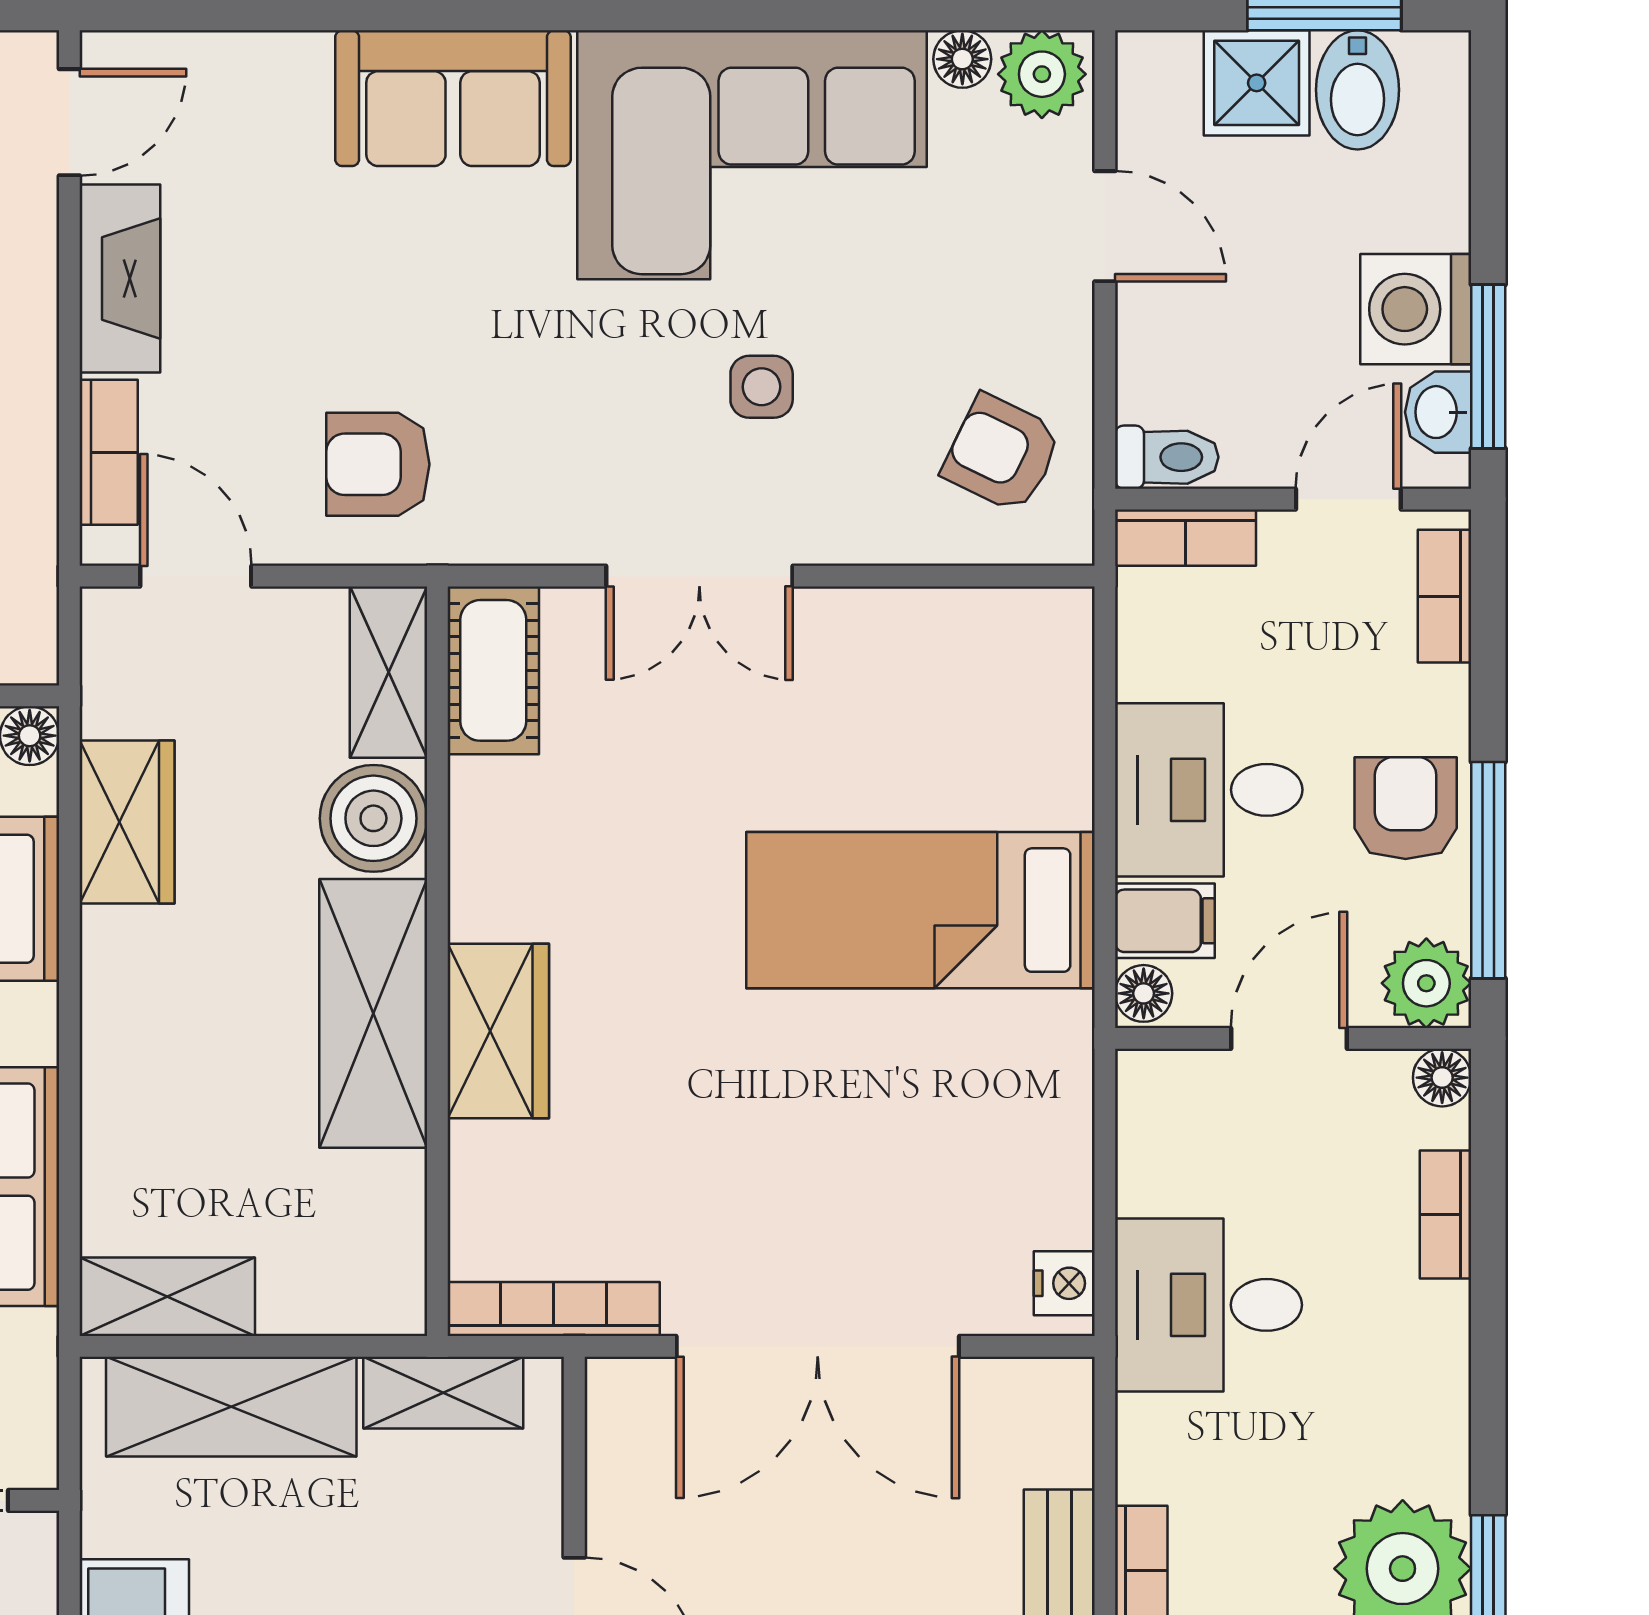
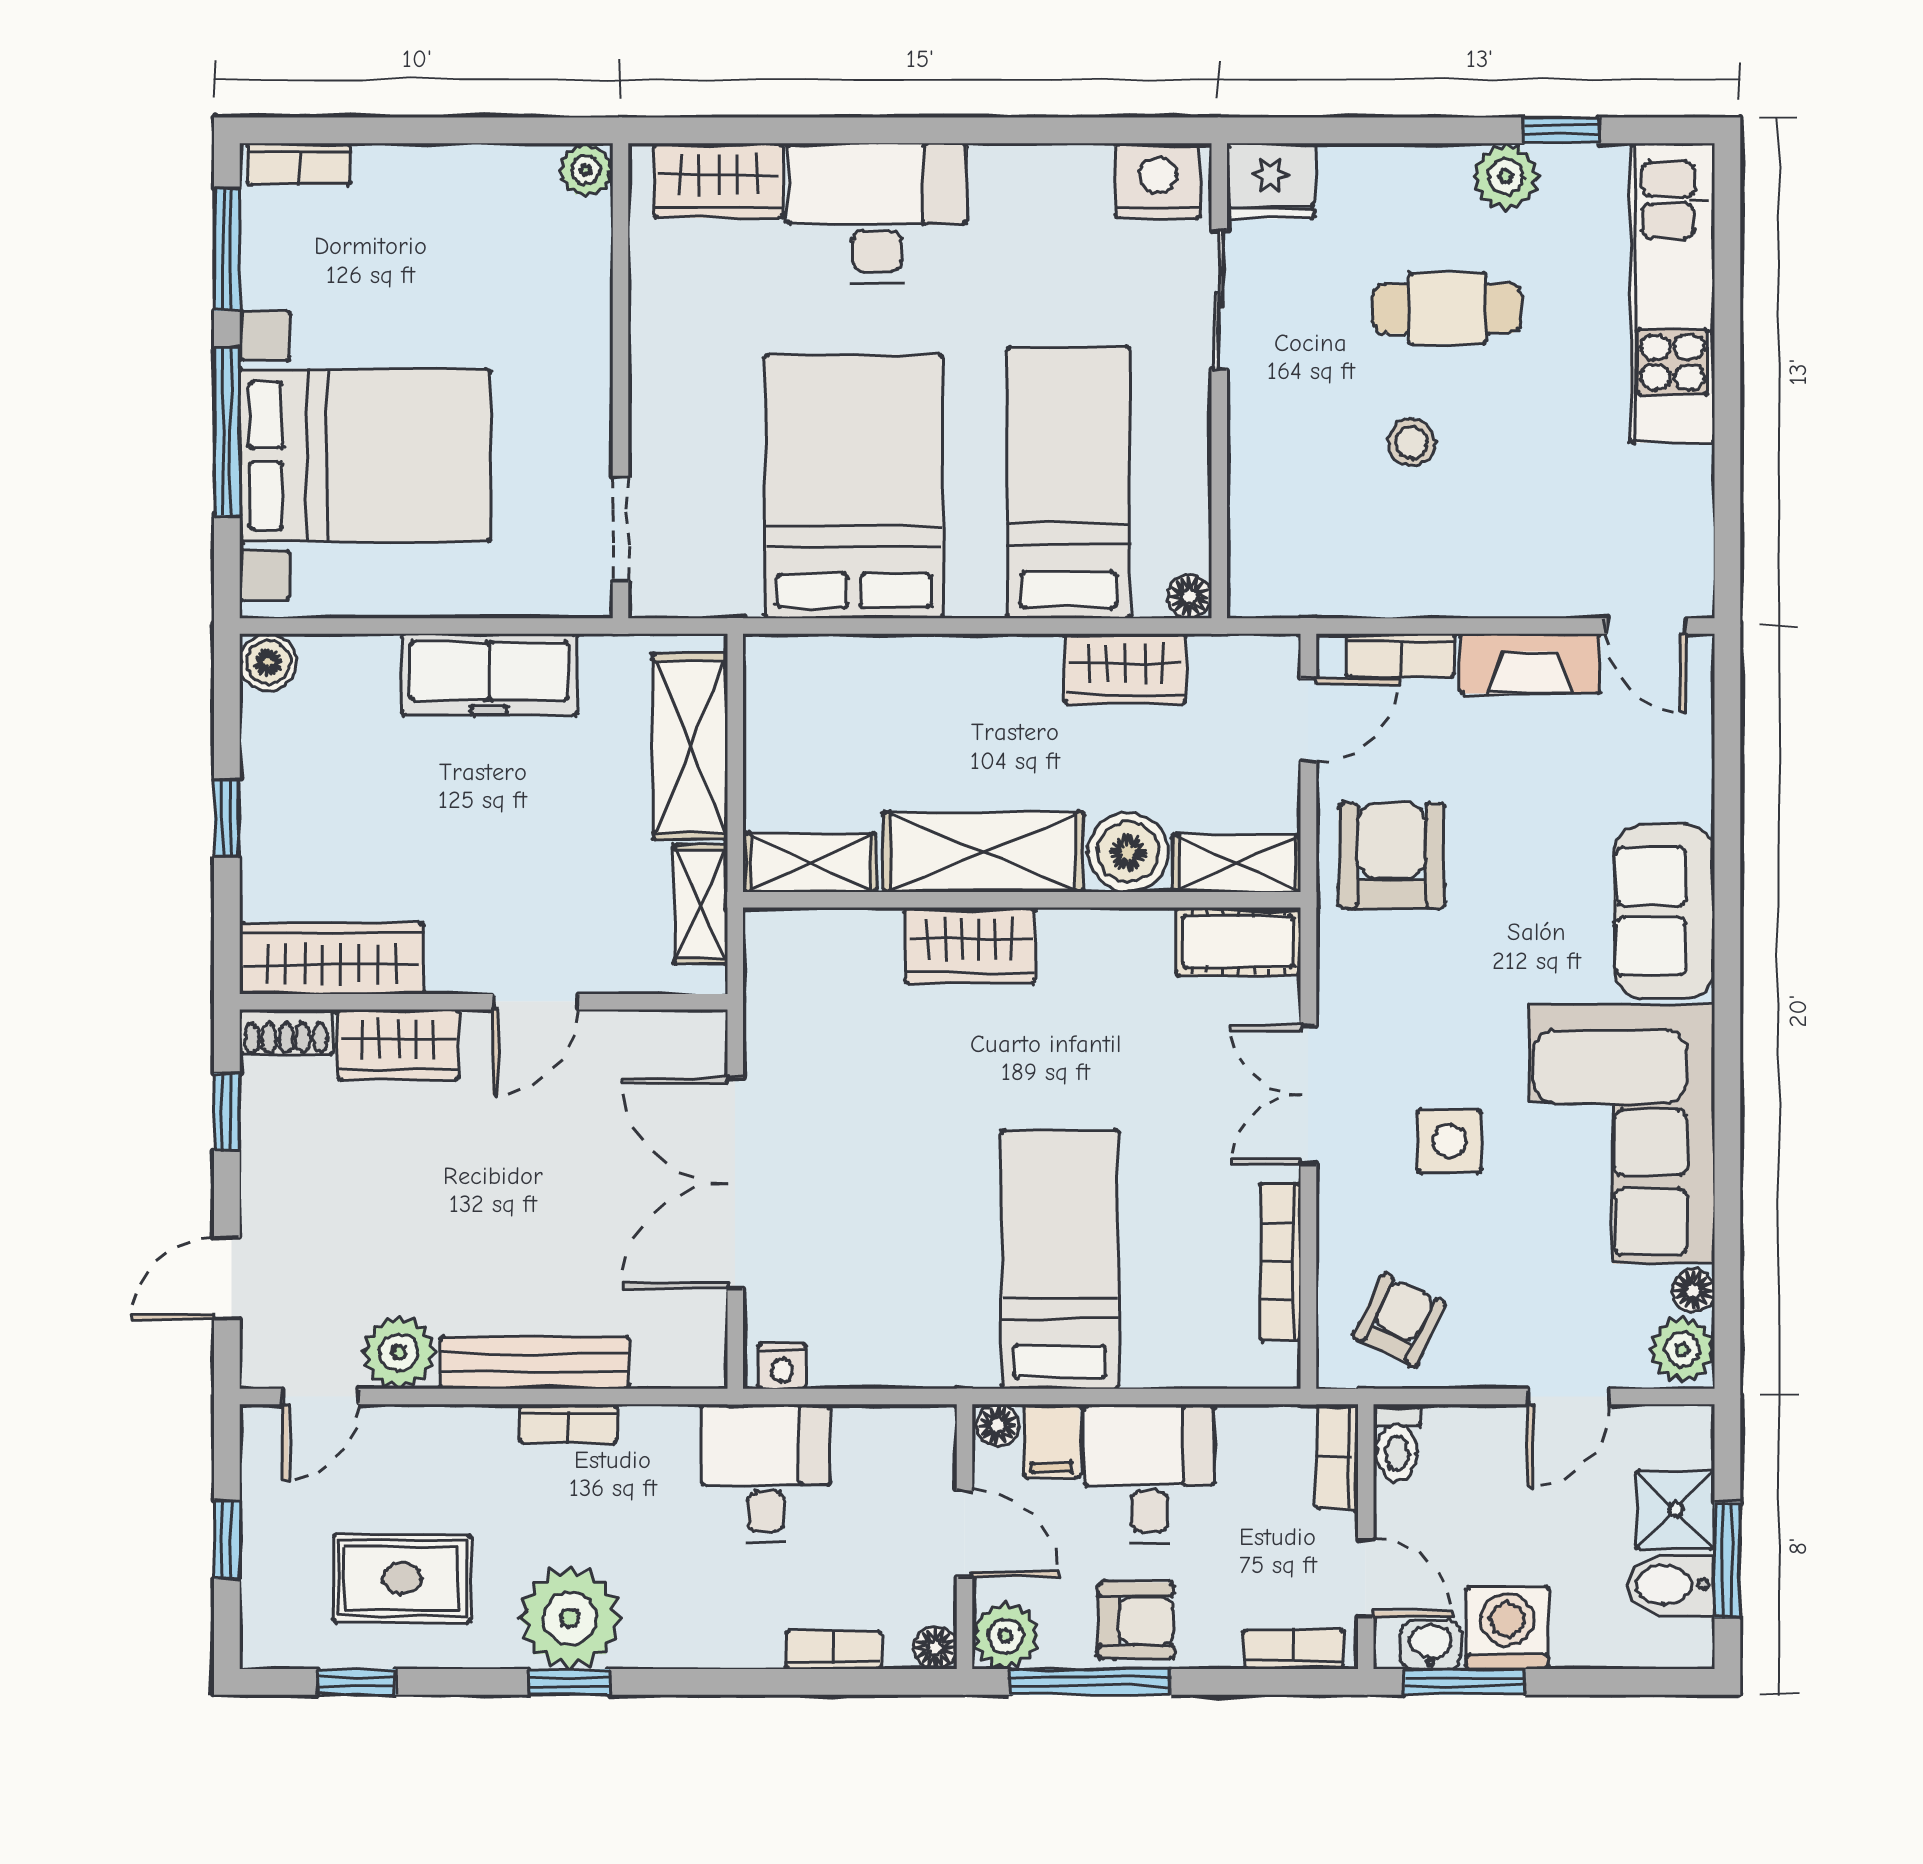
side table: (762, 387) -> (1449, 1141), width x1.37, depth x1.37
armchair: (378, 464) -> (1392, 856), width x1.38, depth x1.38
shelving: (167, 1297) -> (810, 863), moved, turned 90
bookcase: (554, 1309) -> (1281, 1262), moved, turned 180

